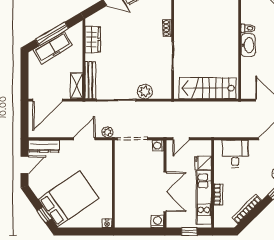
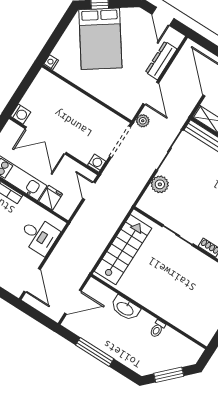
washbasin: (248, 45) -> (125, 308), moved
dresser: (44, 146) -> (161, 61), moved

